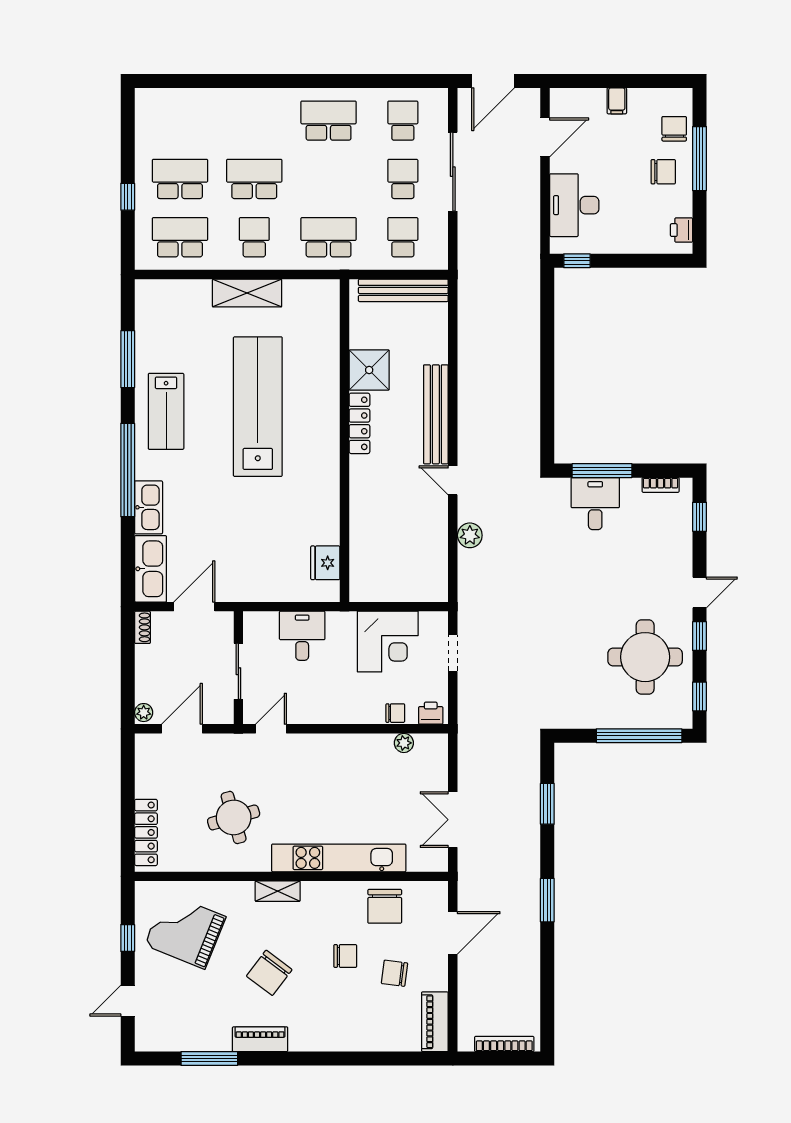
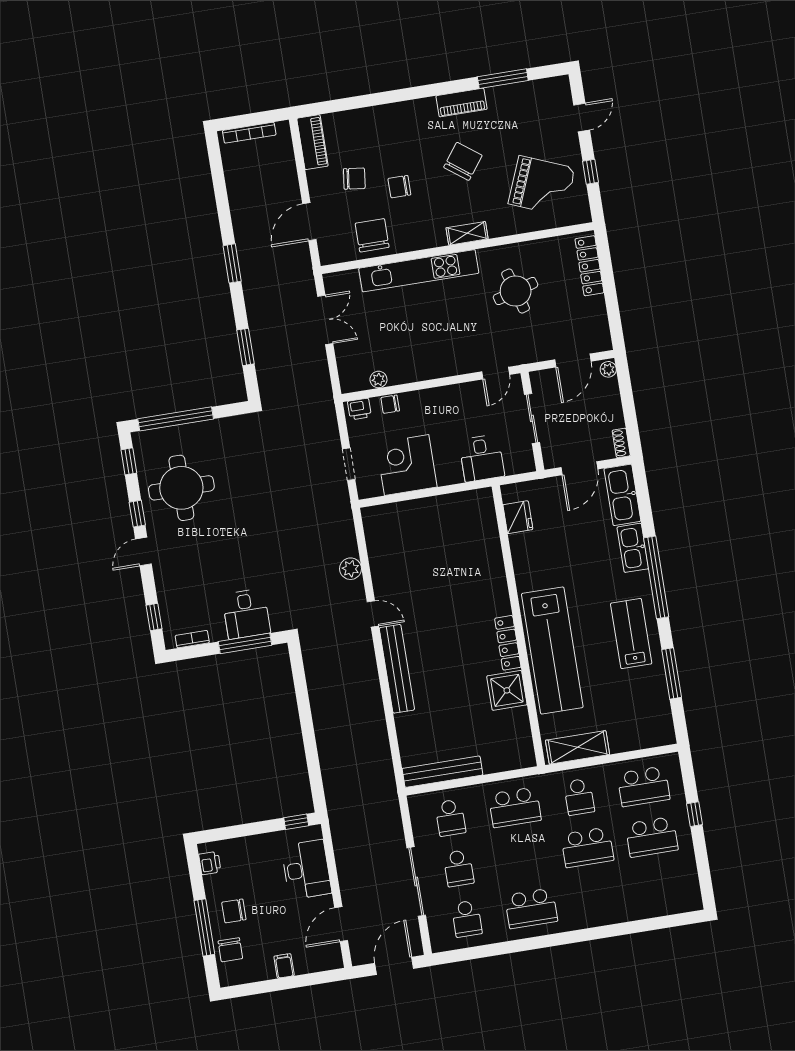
shower: (369, 370) -> (507, 690), moved
locker: (359, 423) -> (508, 643), moved
wall: (344, 441) -> (518, 626), moved
fridge: (325, 563) -> (518, 517), moved

